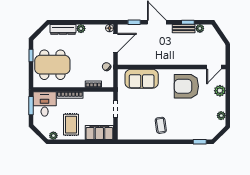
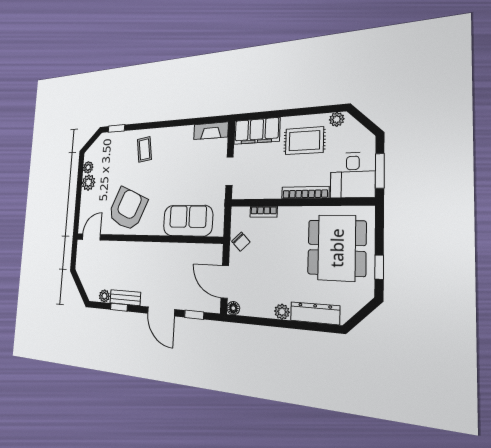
door: (115, 43) -> (225, 282), hinge flipped
dining table: (52, 65) -> (337, 248), turned 90
armchair: (186, 86) -> (127, 209), turned -66
plant: (220, 91) -> (88, 183), moved
rug: (71, 125) -> (304, 141), turned 90
coffee table: (161, 125) -> (144, 149), moved
fireplace: (129, 135) -> (211, 131), added

